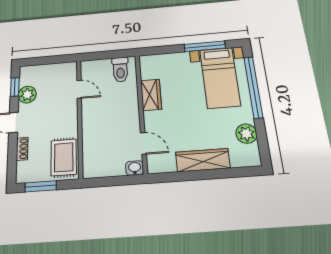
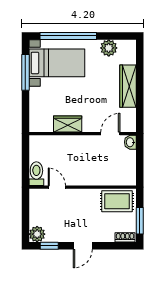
toilet: (120, 70) -> (36, 174), moved, turned -90
door: (79, 89) -> (57, 187), hinge flipped
plant: (27, 95) -> (37, 234), moved
shoe rack: (22, 149) -> (125, 237), moved

